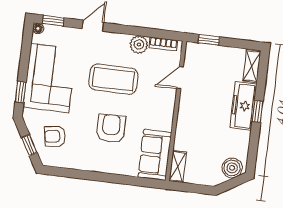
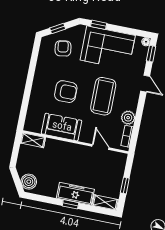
window: (209, 40) -> (125, 186), moved
sofa: (155, 155) -> (62, 127), moved

